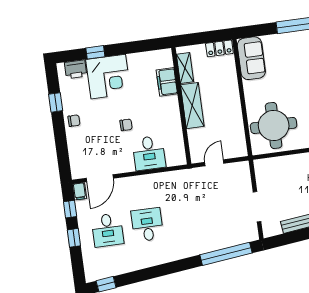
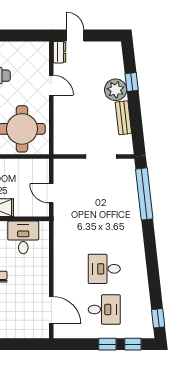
desk: (149, 153) -> (23, 237), moved, turned -90
filing cabinet: (80, 191) -> (62, 332), removed
window: (70, 209) -> (133, 344), moved

